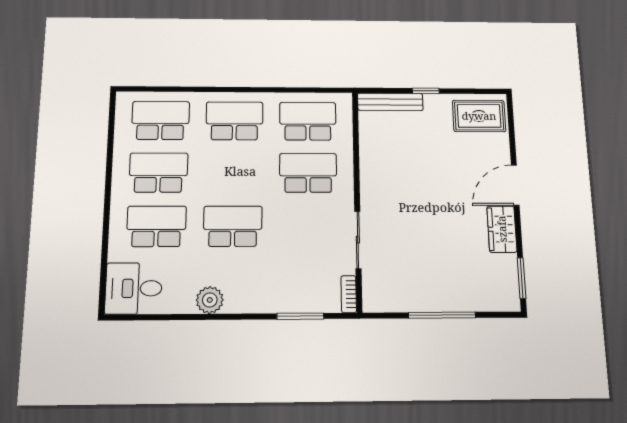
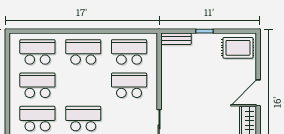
bench: (390, 102) -> (176, 39), width x0.73

